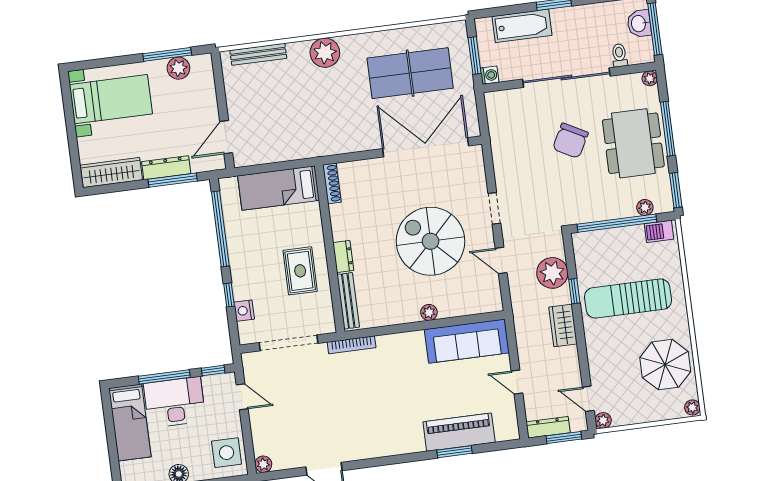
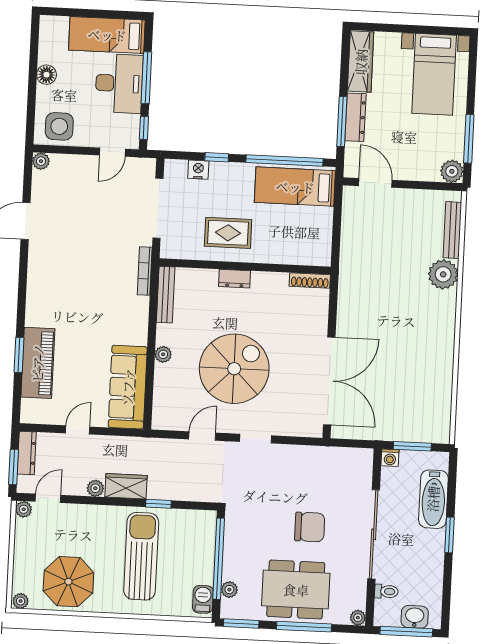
plant: (325, 53) -> (443, 274), moved
plant: (178, 68) -> (452, 171), moved
table tennis table: (410, 73) -> (406, 379), removed
chair: (570, 141) -> (310, 527), turned 152
bed: (278, 188) -> (295, 187), moved, turned -90
plant: (552, 273) -> (95, 488), moved, width x0.53, depth x0.53
bench: (348, 301) -> (166, 295), moved, turned 90

